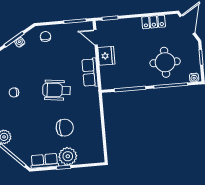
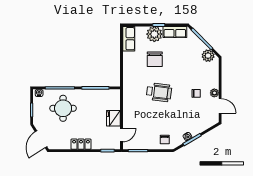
locker: (154, 22) -> (81, 144), moved
door: (95, 37) -> (122, 135), hinge flipped
row of seats: (90, 72) -> (129, 39), moved
chair: (65, 128) -> (155, 59), turned -90

